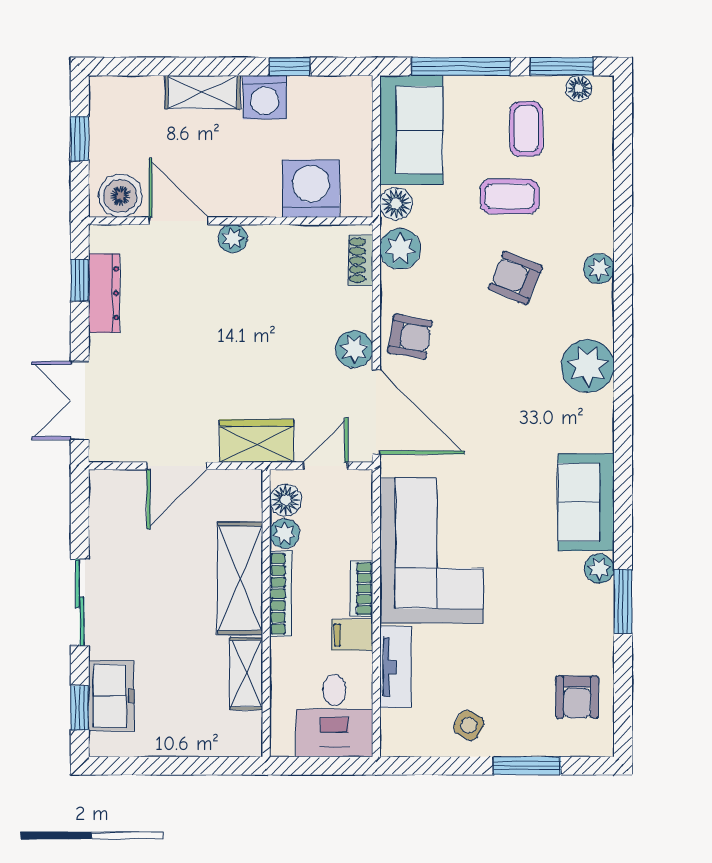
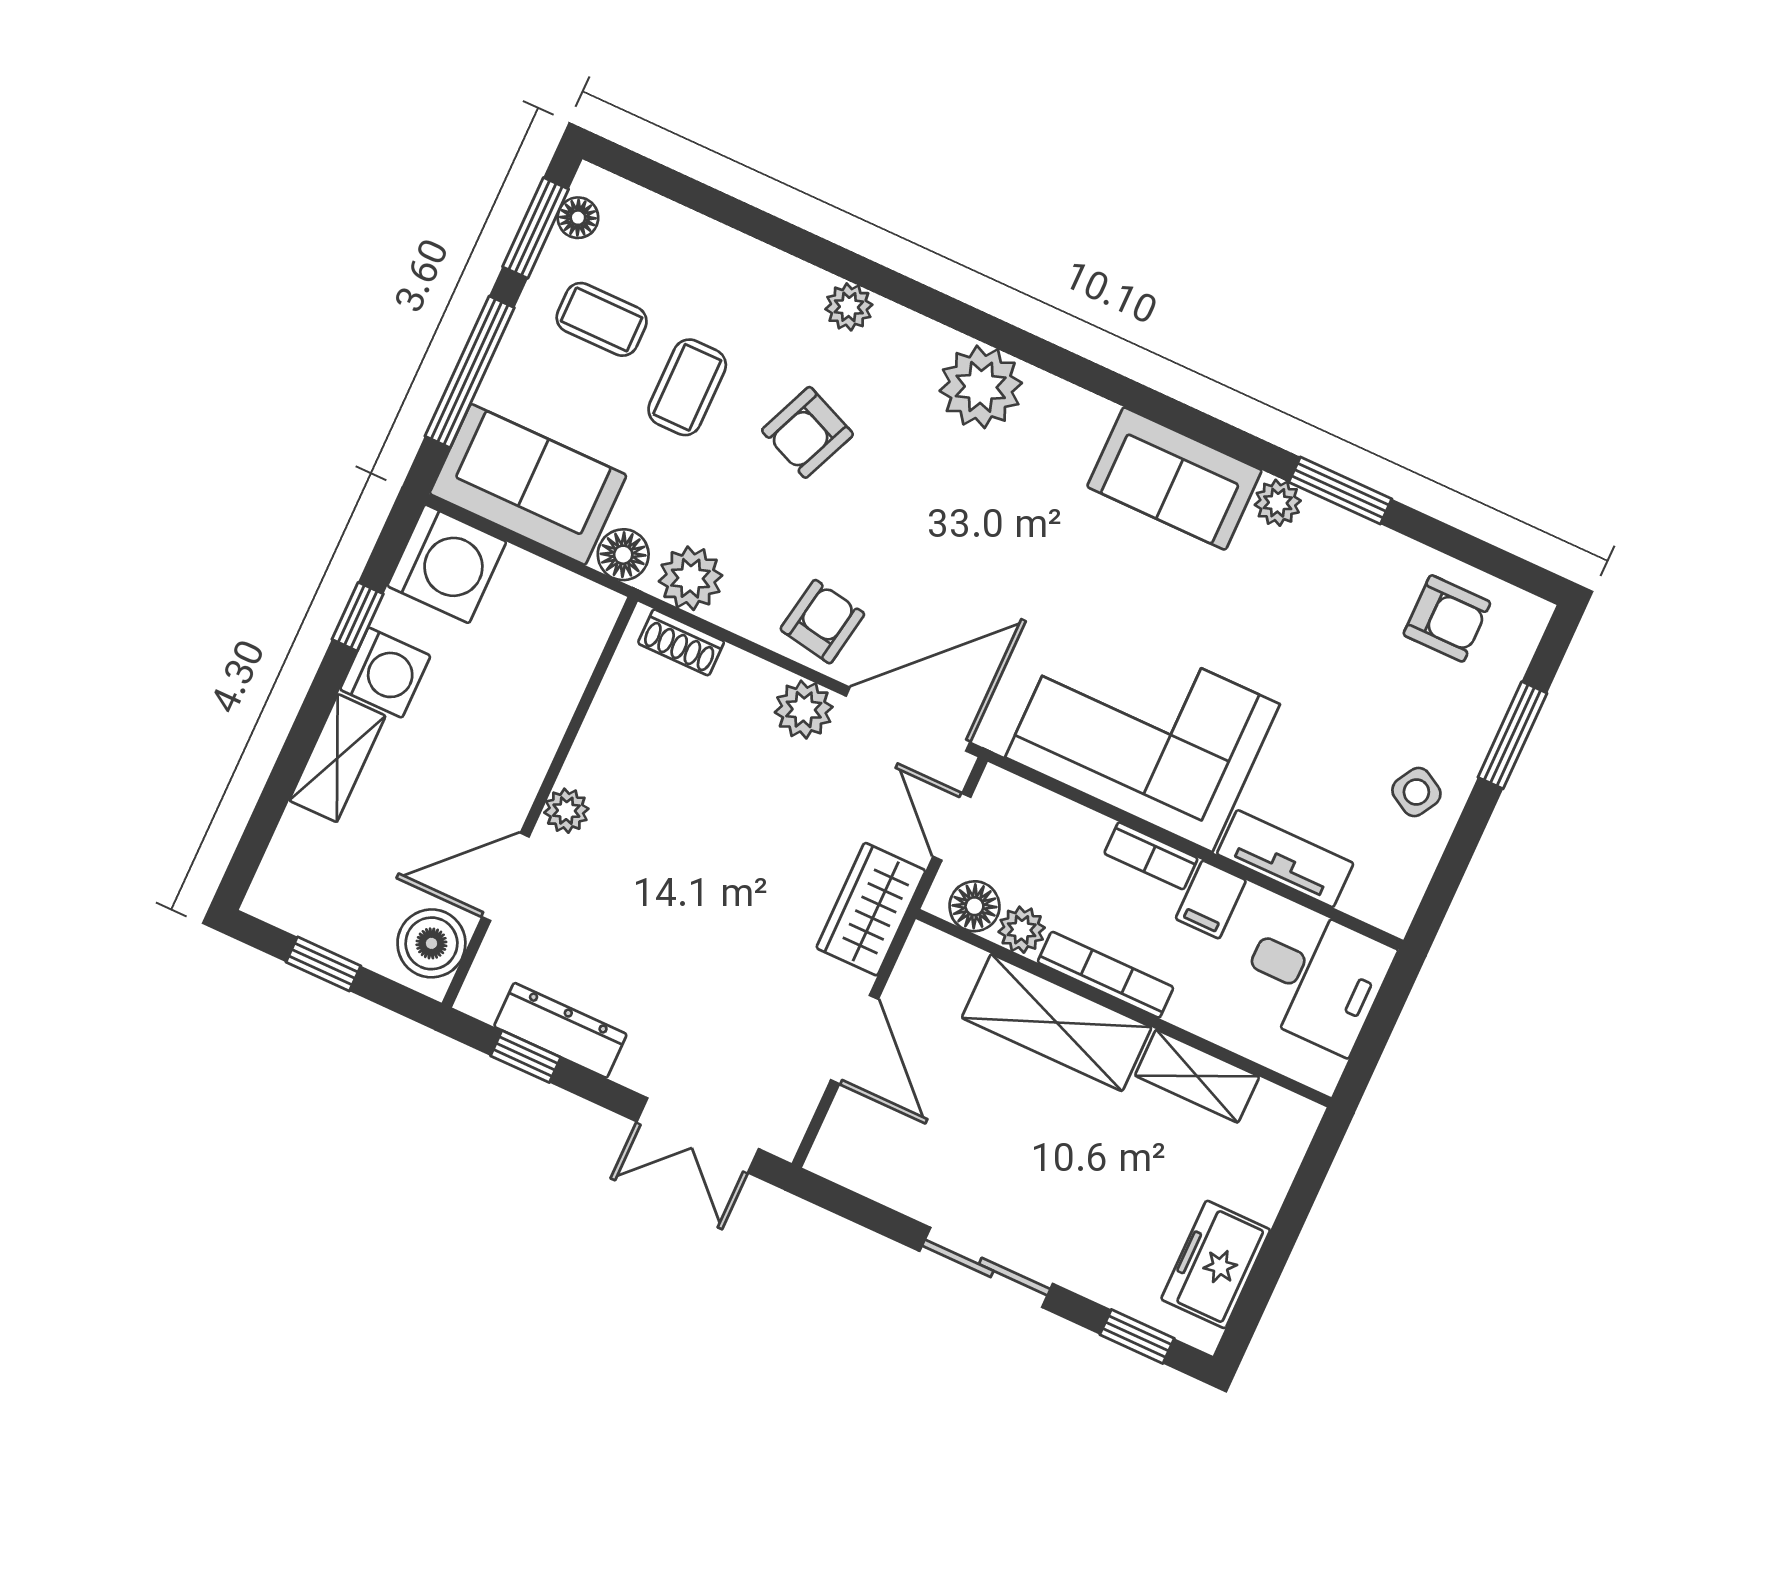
washing machine: (311, 189) -> (447, 564), moved, turned 180
freezer: (111, 696) -> (1216, 1264), moved, turned -90

